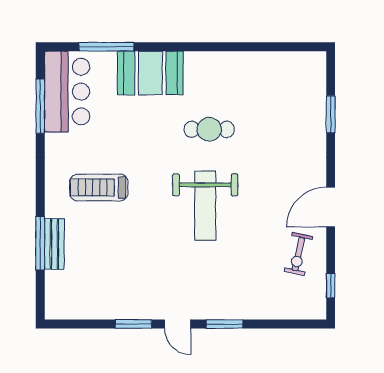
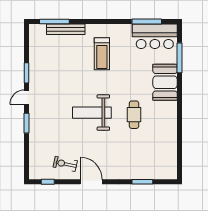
treadmill: (99, 188) -> (102, 54), turned 180
window: (40, 243) -> (54, 22), moved
bench: (54, 244) -> (66, 29), width x1.36

